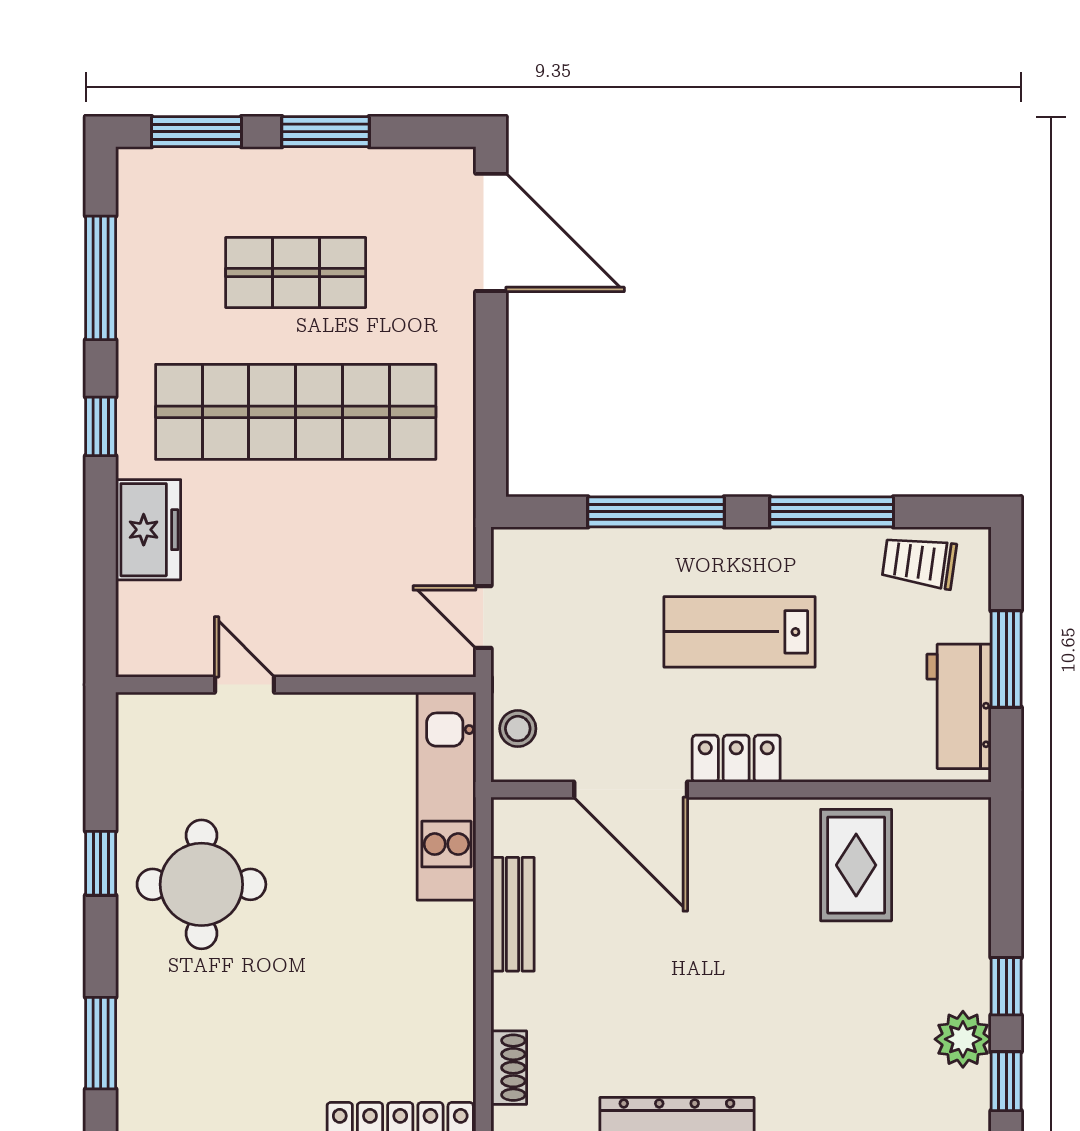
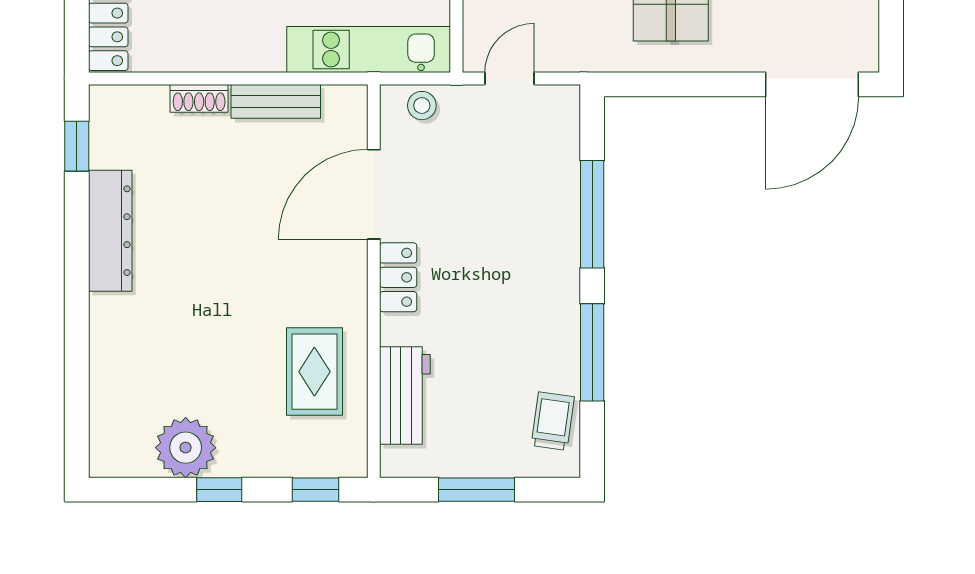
lab bench: (740, 632) -> (498, 280), removed
workbench: (959, 706) -> (405, 396), moved, turned 90
rug: (856, 865) -> (314, 372), turned 90
plant: (963, 1039) -> (186, 448), width x1.36, depth x1.36
shoe rack: (509, 1068) -> (199, 98), moved
window: (1006, 1081) -> (316, 490), moved

